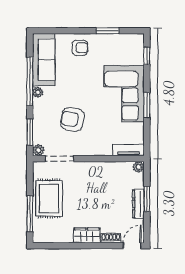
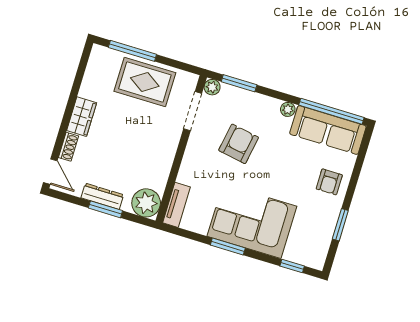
window: (30, 81) -> (331, 111), moved
plant: (139, 167) -> (146, 203), width x1.88, depth x1.88

